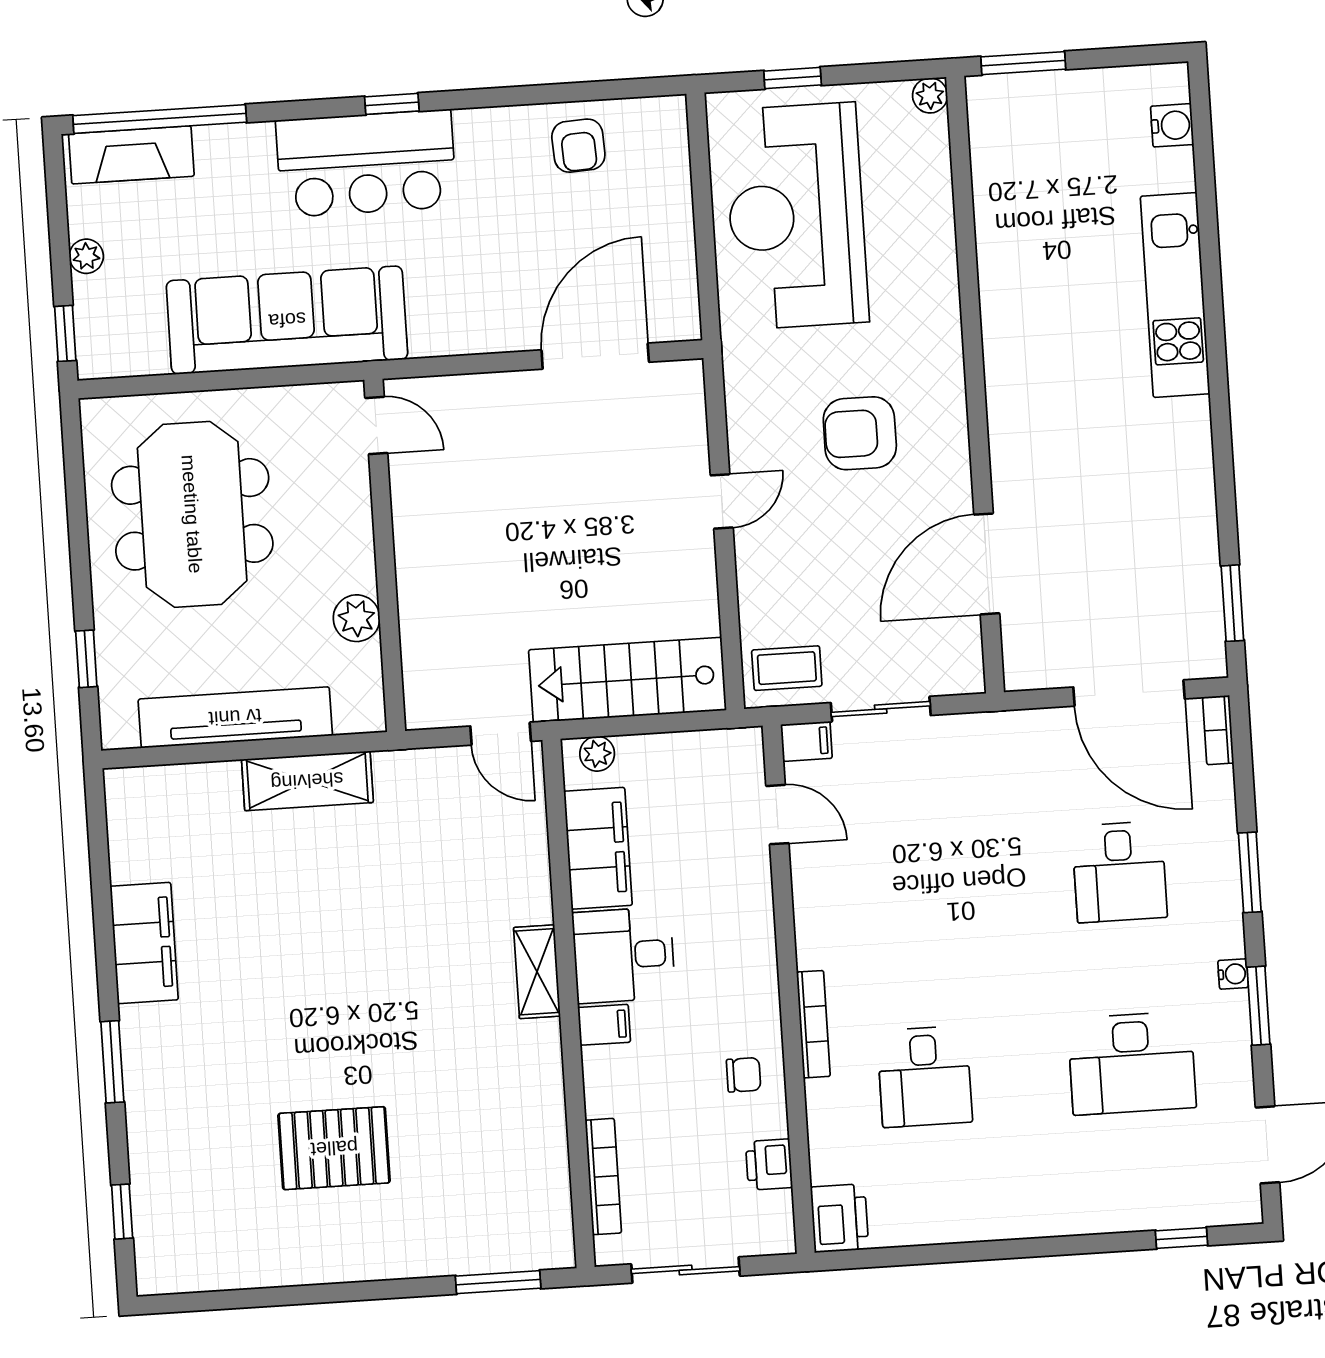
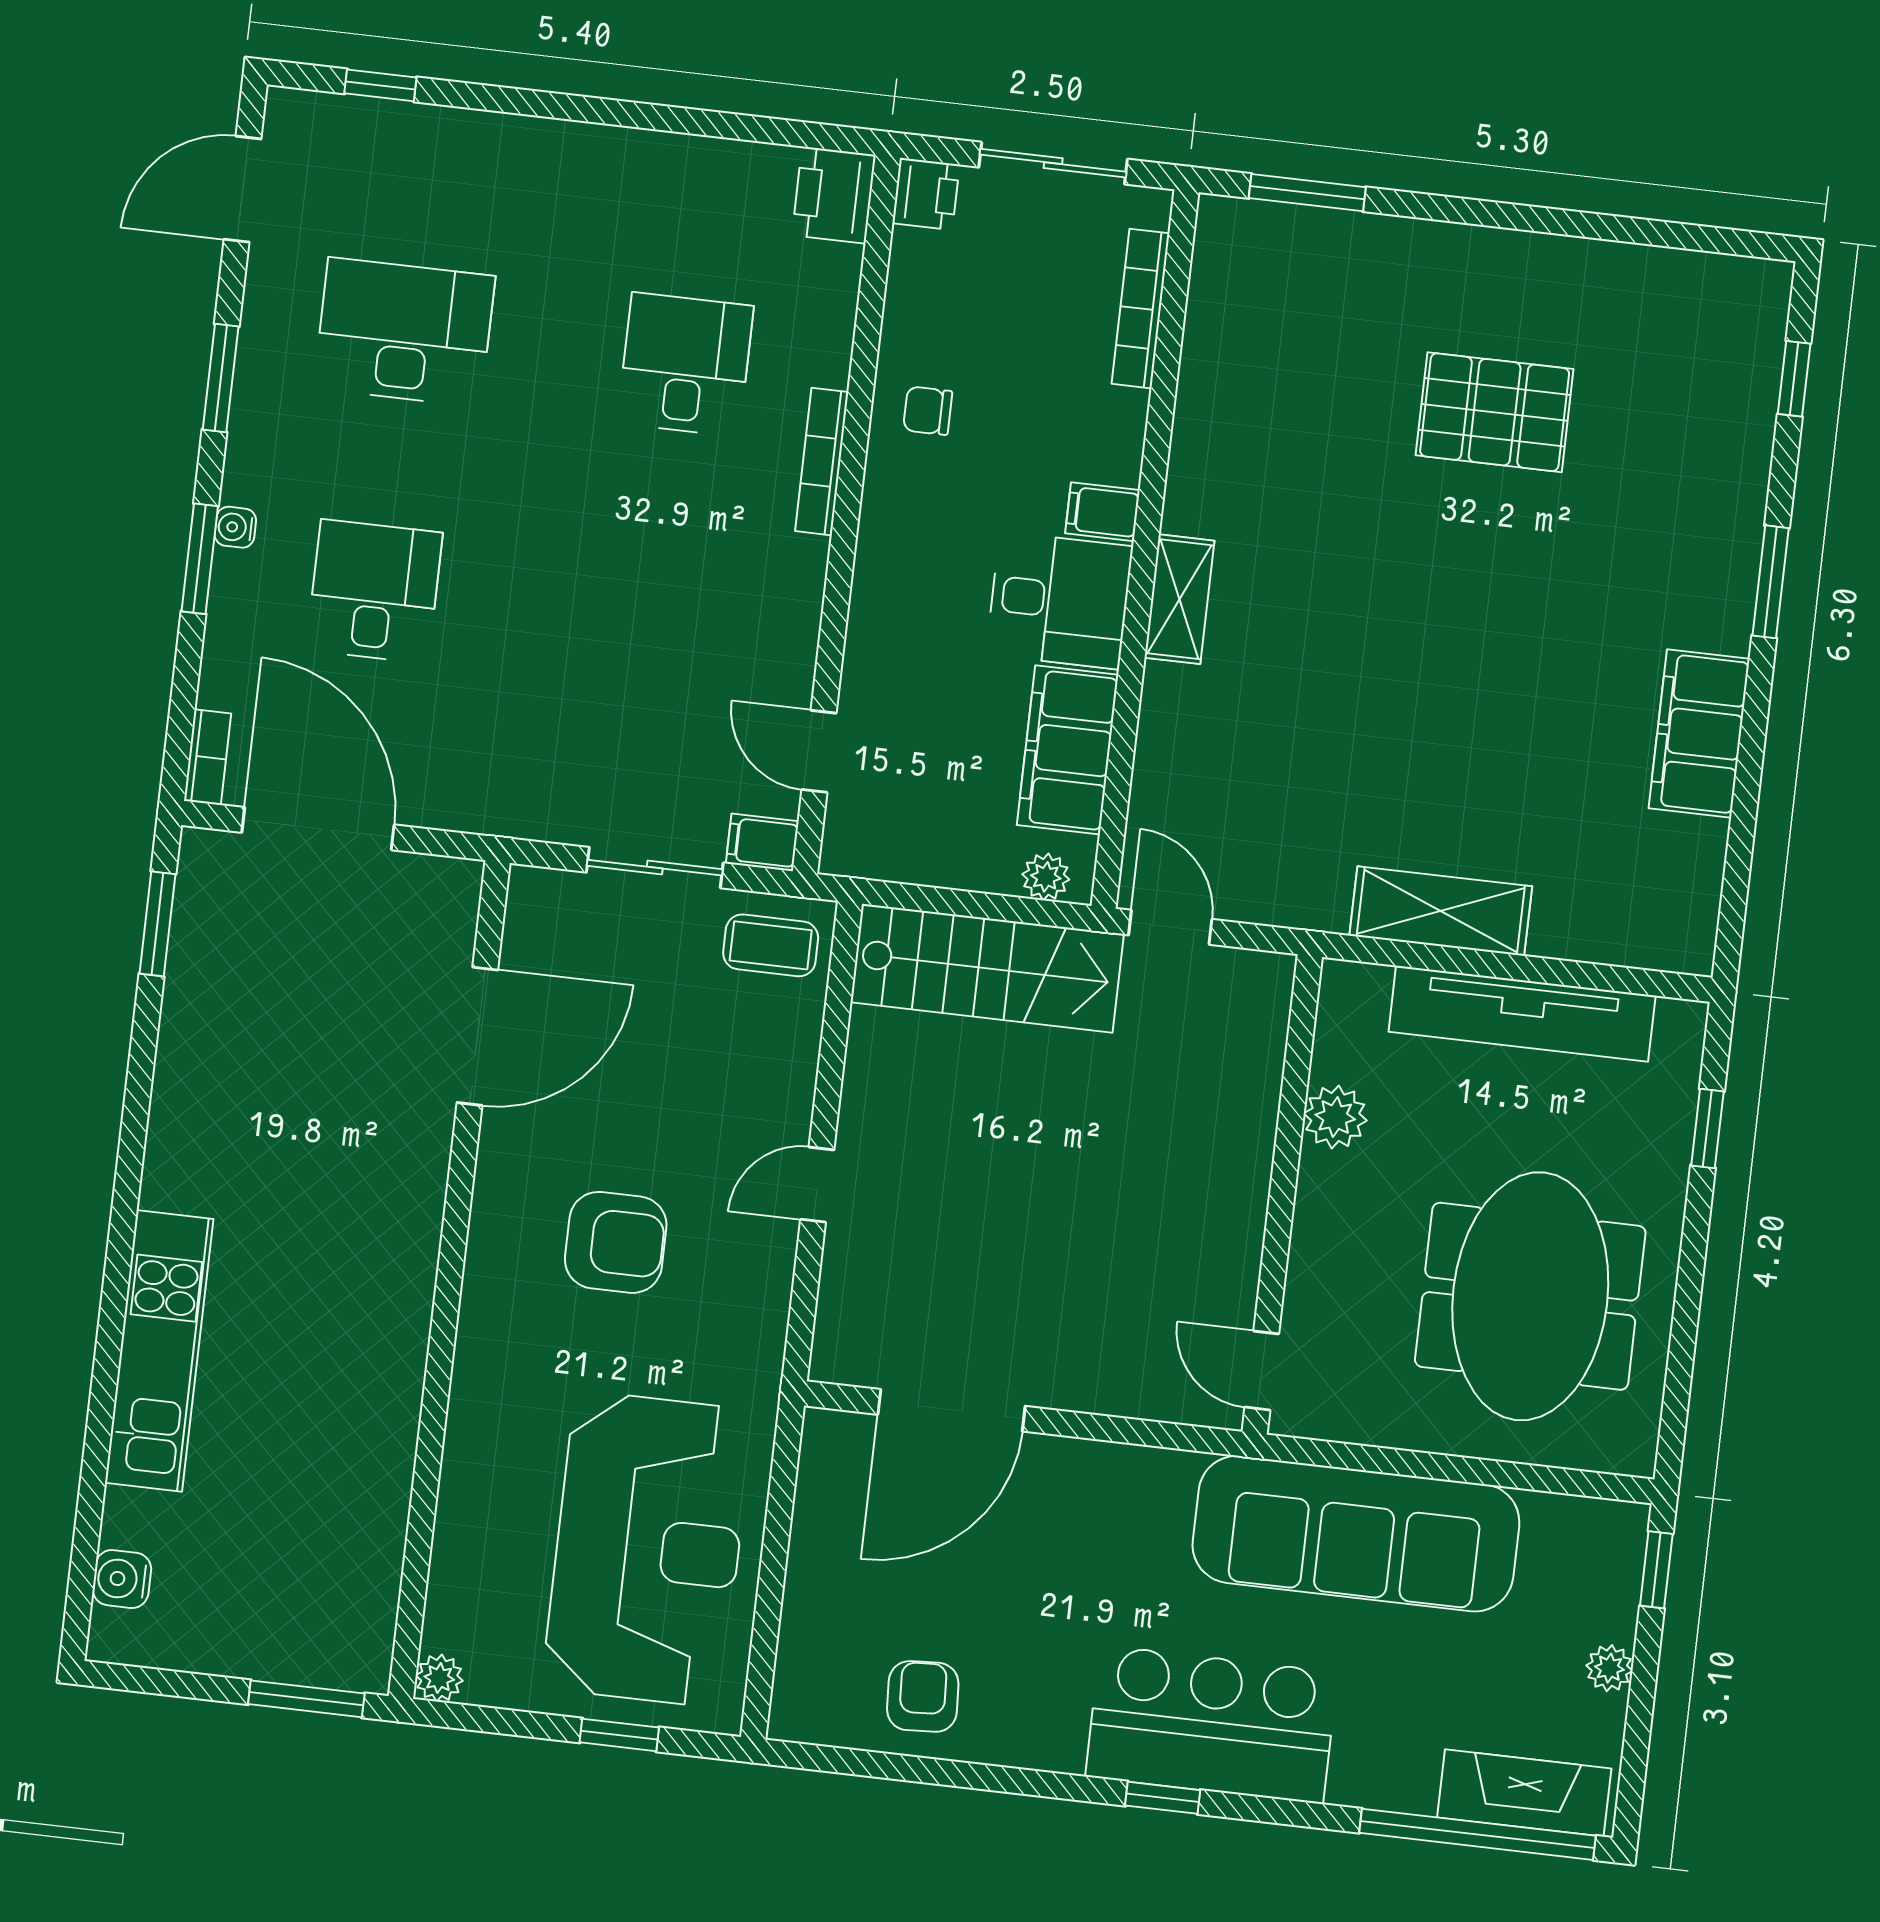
water cooler: (1233, 974) -> (235, 527), moved
printer: (769, 1165) -> (926, 194), moved

